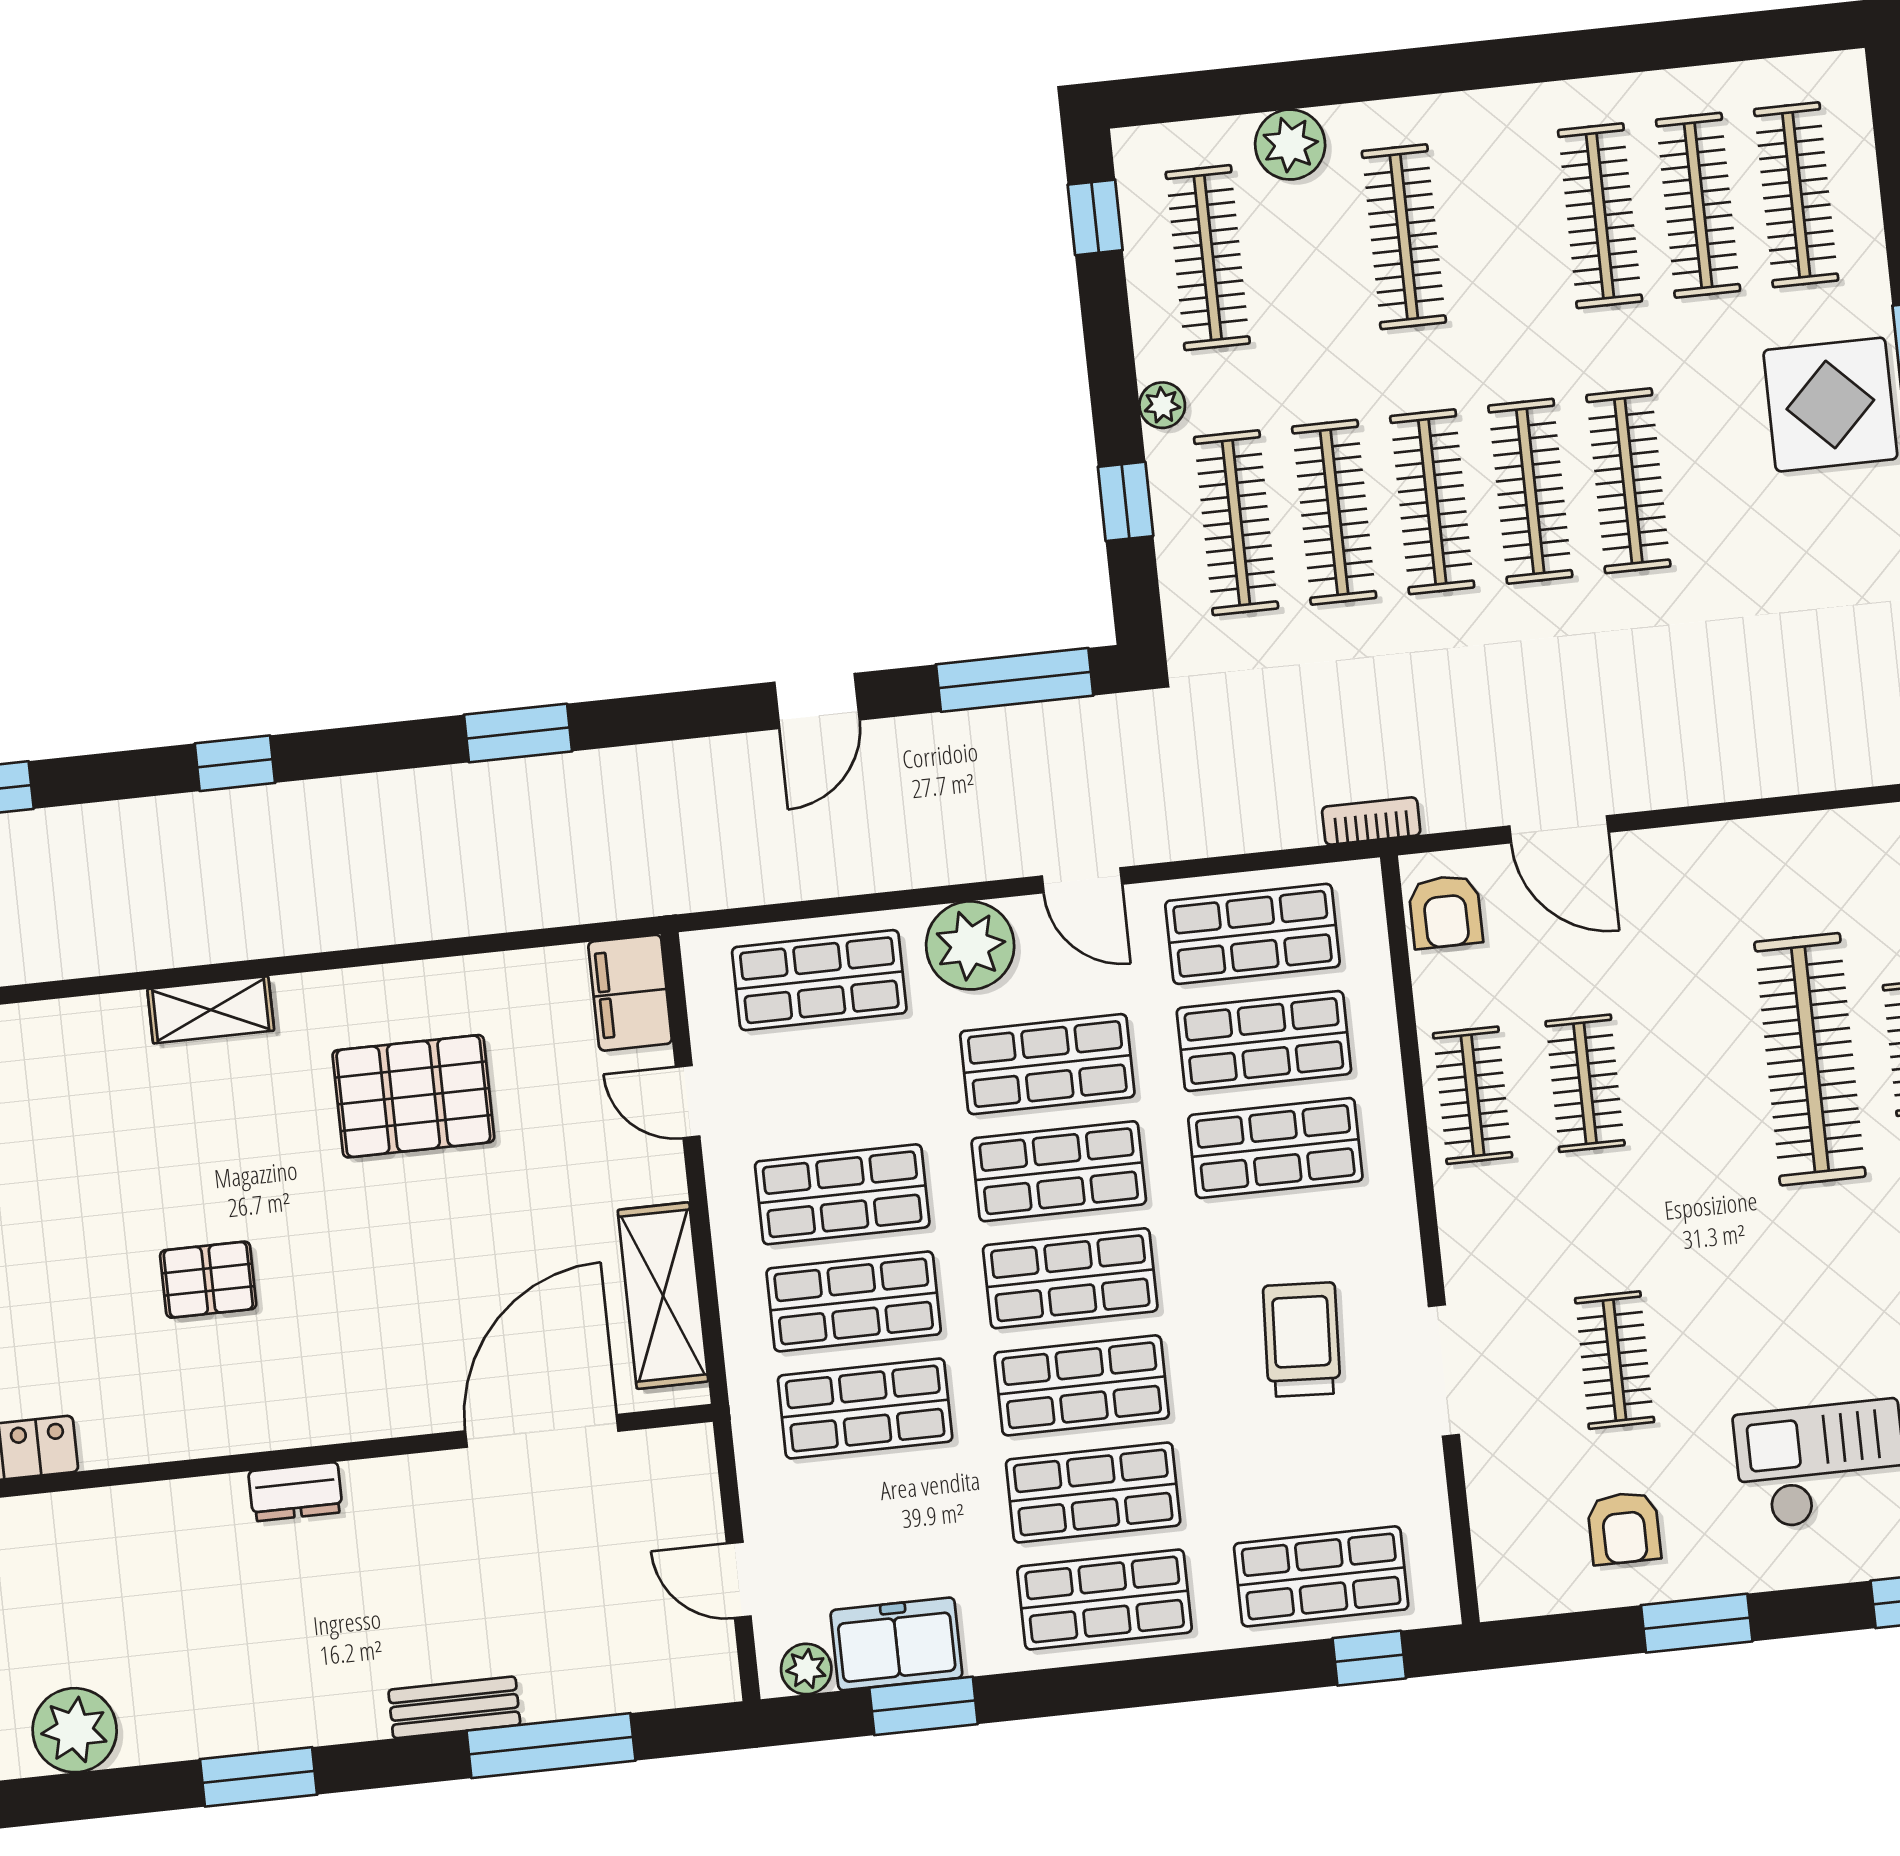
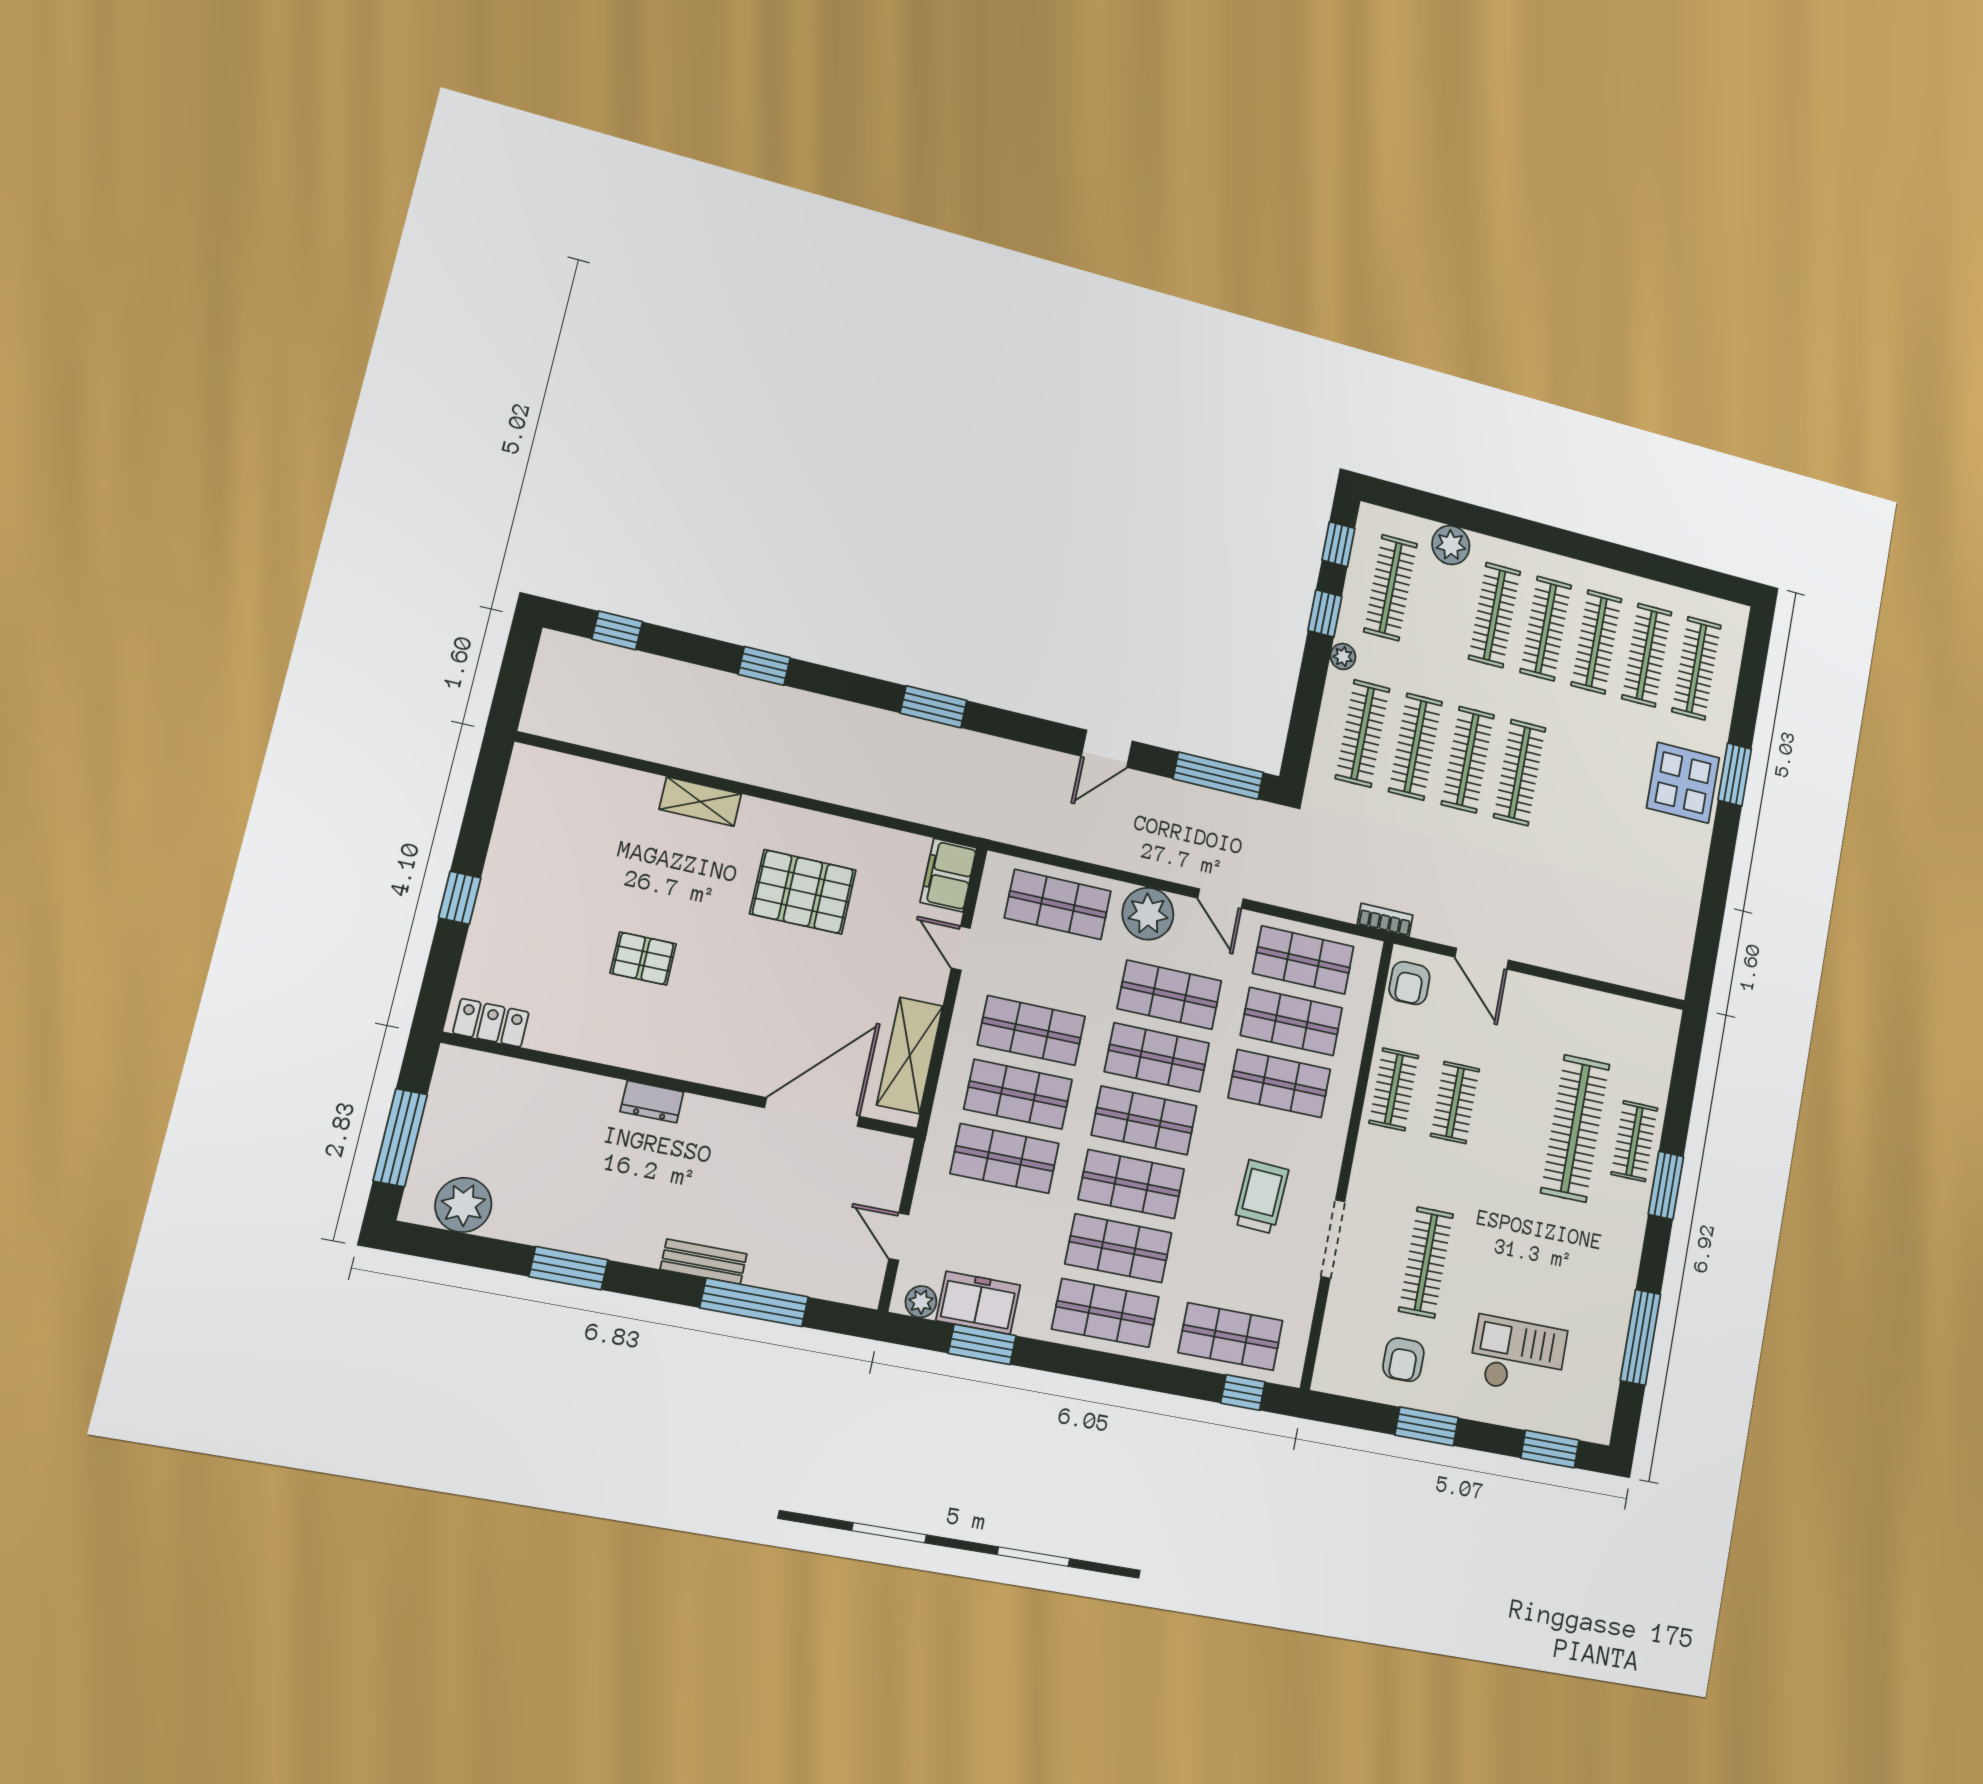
clothes rail: (1628, 481) -> (1546, 629), moved
window: (1126, 501) -> (1325, 613), moved
clothes rail: (1615, 1360) -> (1426, 1262), width x1.36

